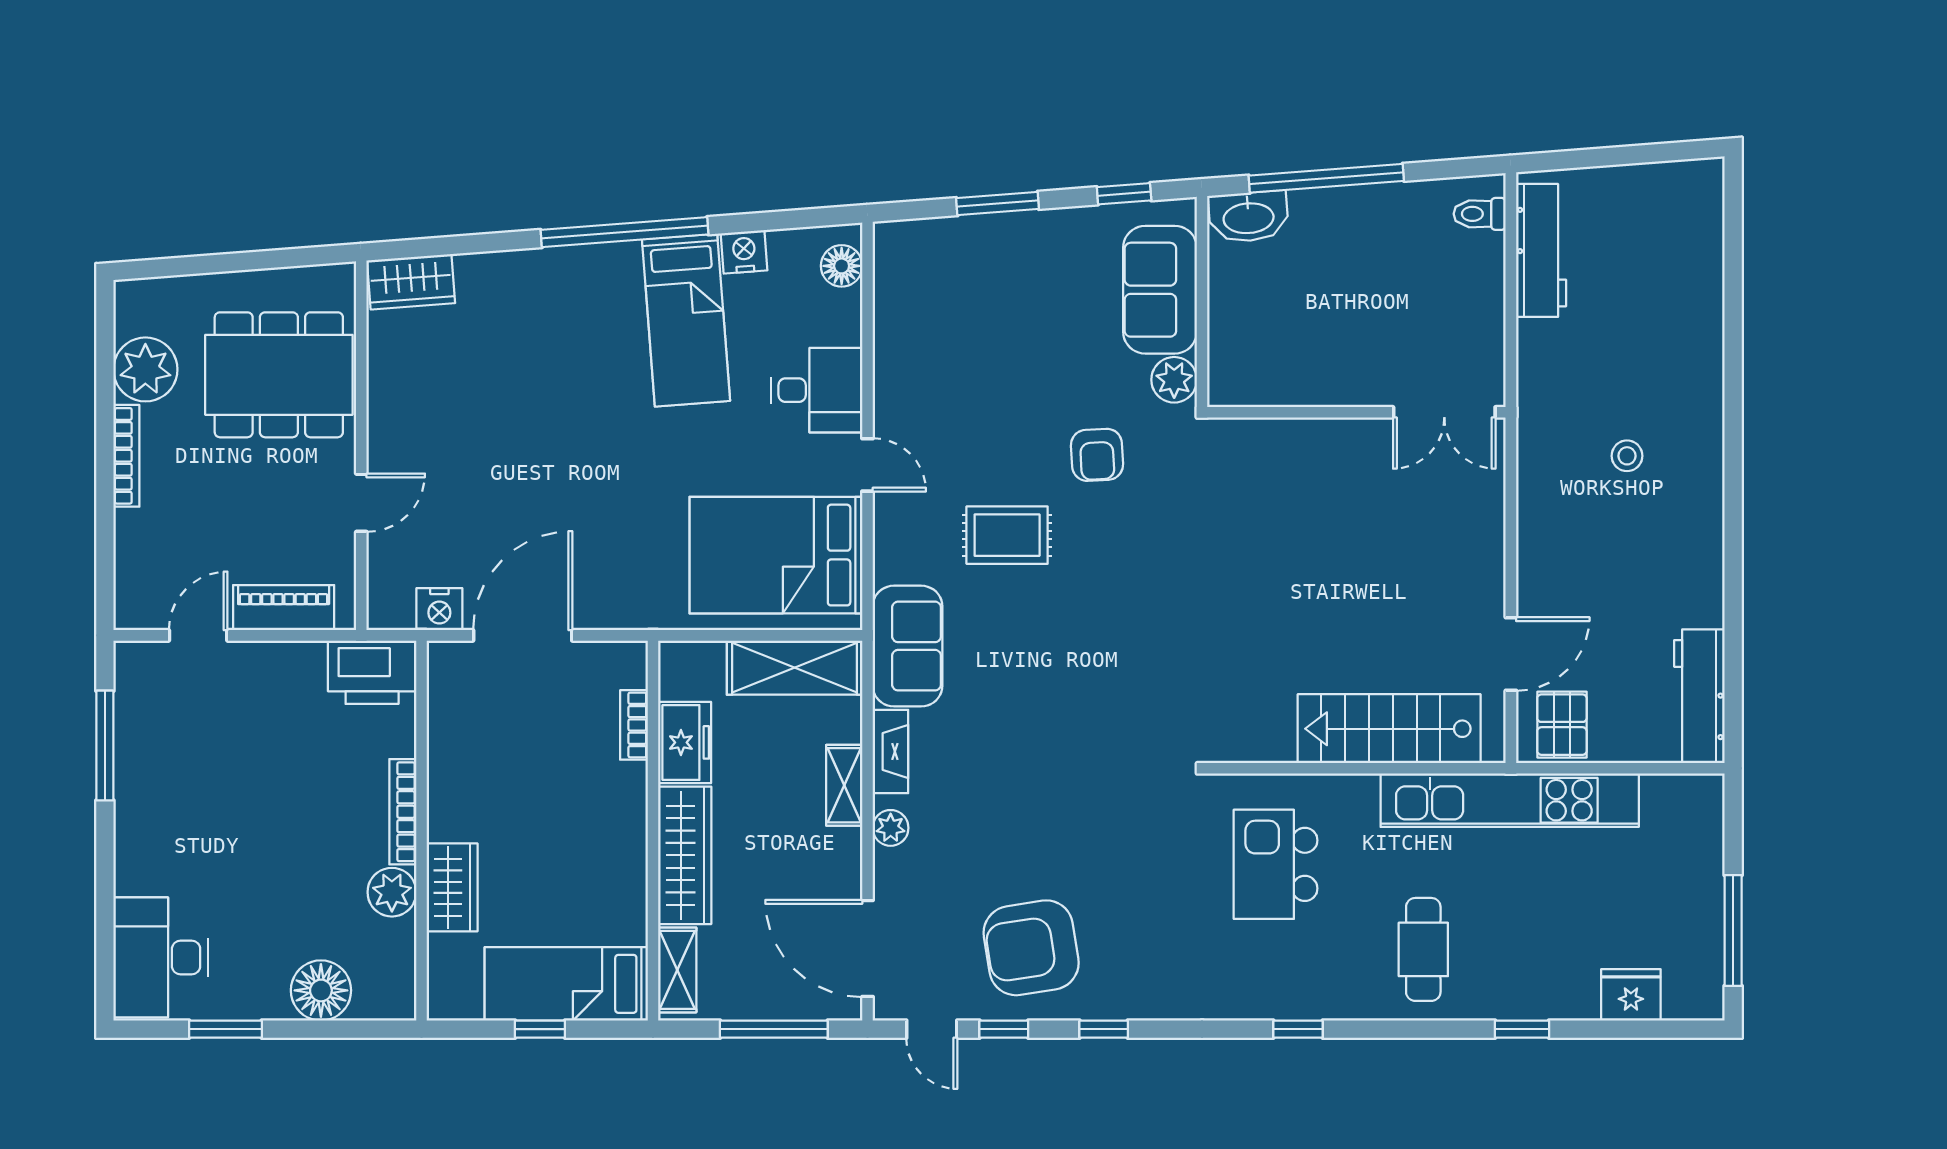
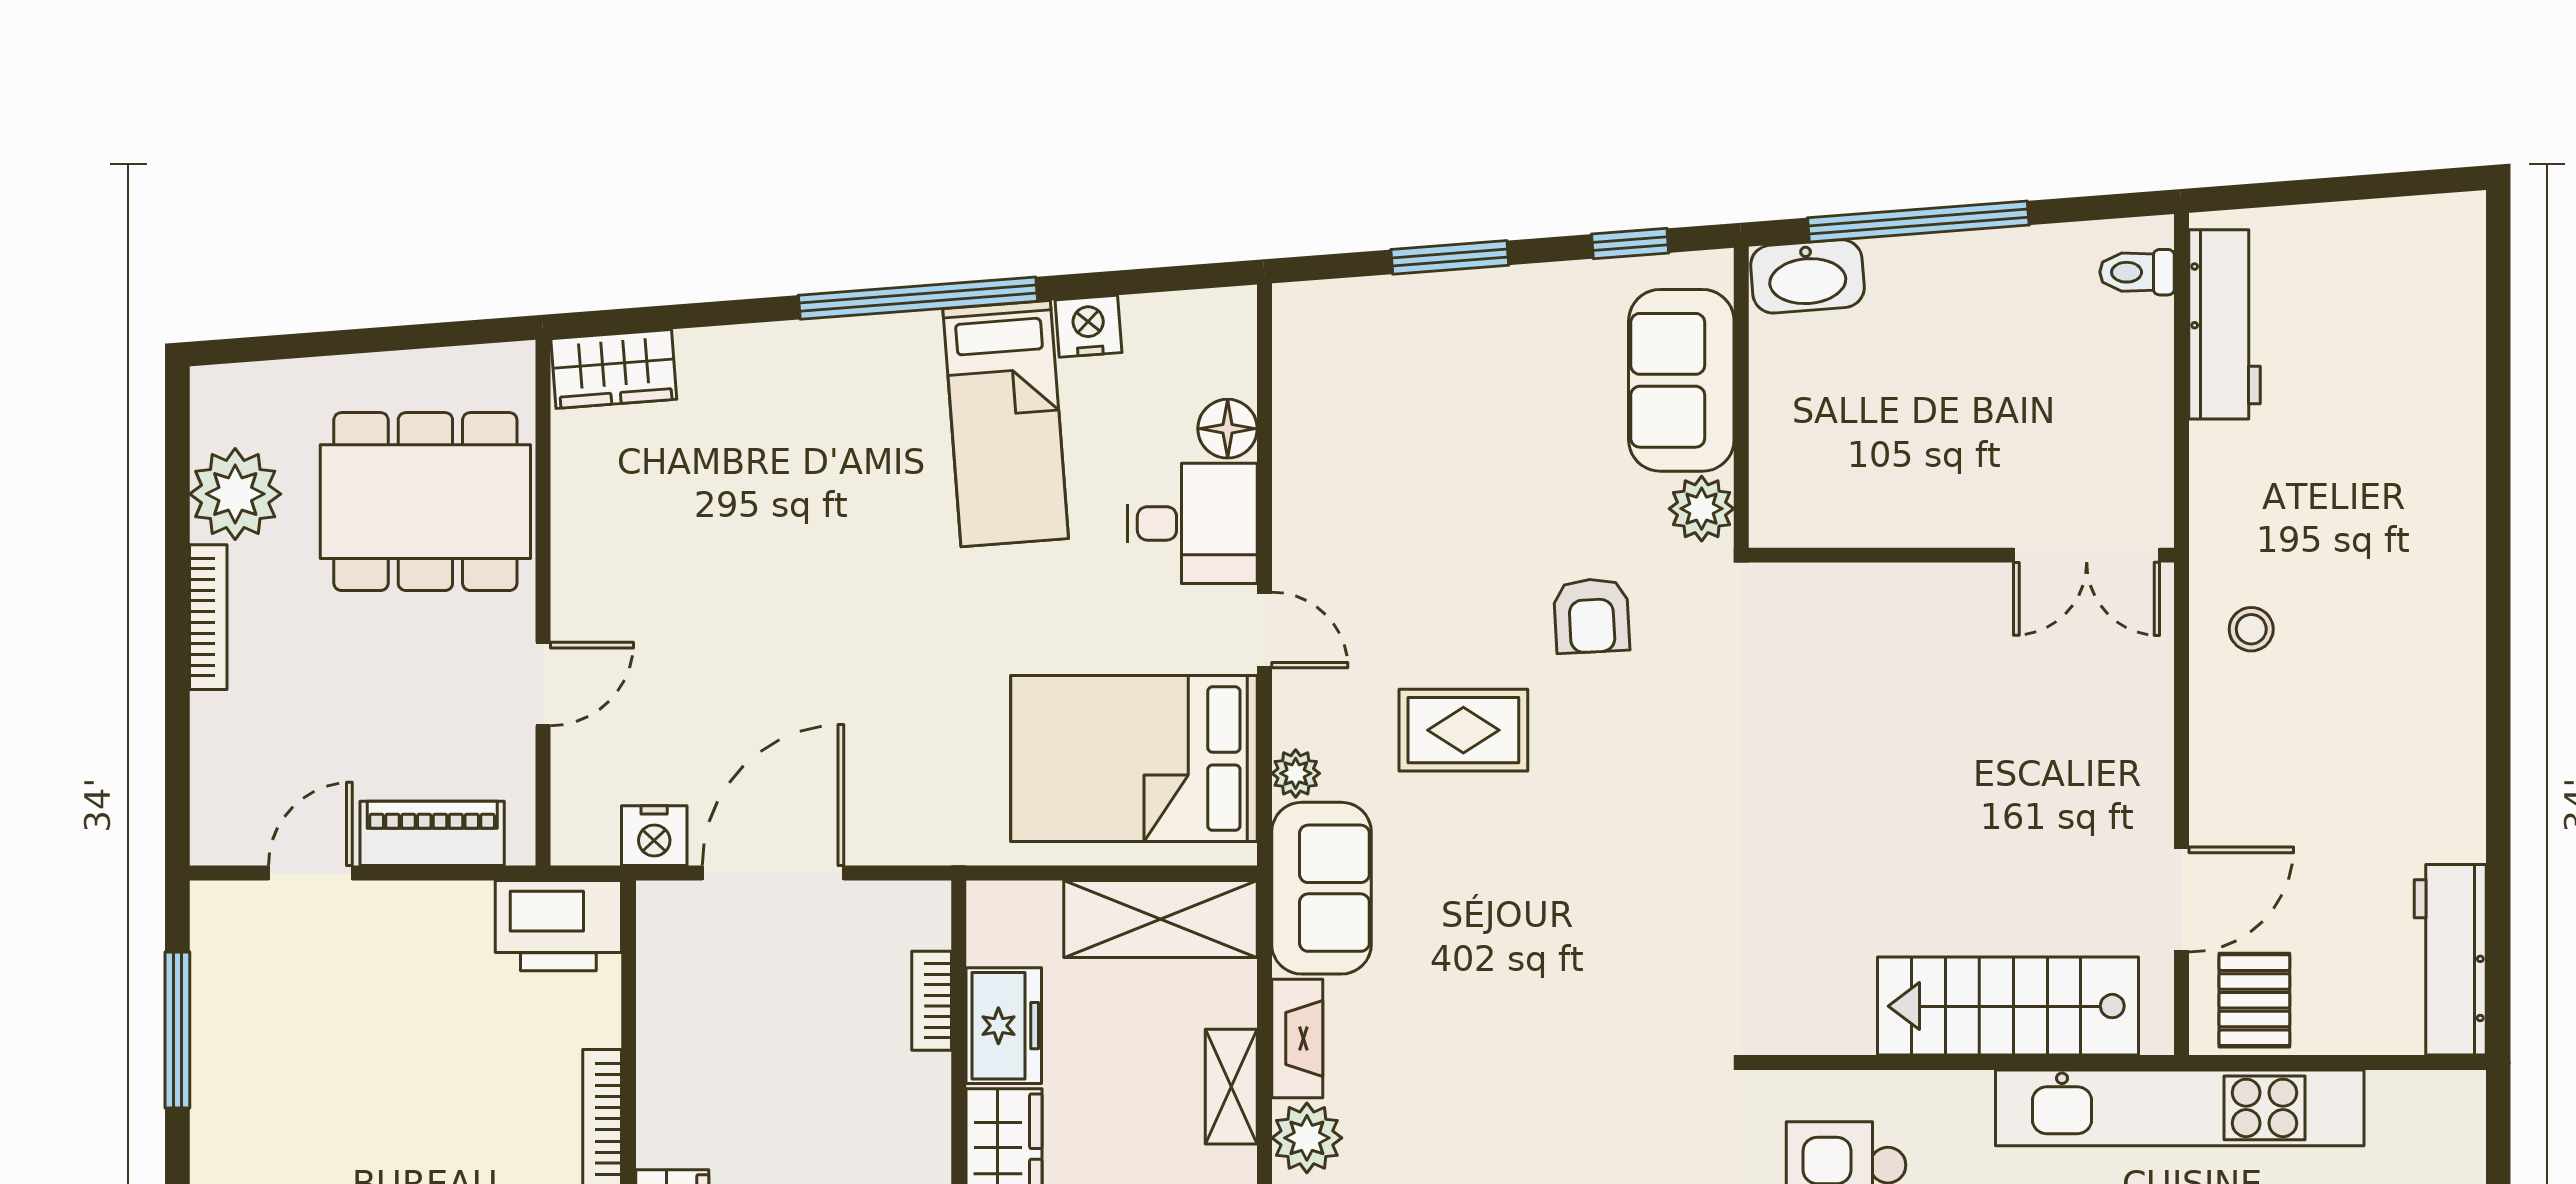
floor lamp: (842, 266) -> (1228, 429), moved
stool: (1627, 456) -> (2251, 629), moved
plant: (889, 566) -> (1296, 773), added
plant: (891, 828) -> (1307, 1138), width x1.38, depth x1.38

